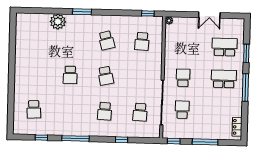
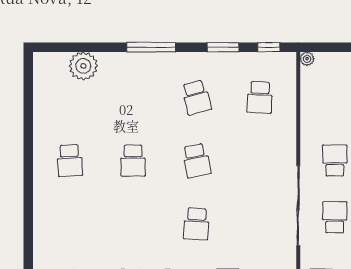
window: (82, 12) -> (151, 47), width x1.44
window: (122, 13) -> (223, 47), added
plant: (58, 22) -> (83, 66), moved
school desk: (34, 109) -> (70, 161), moved
school desk: (140, 112) -> (260, 224), removed

